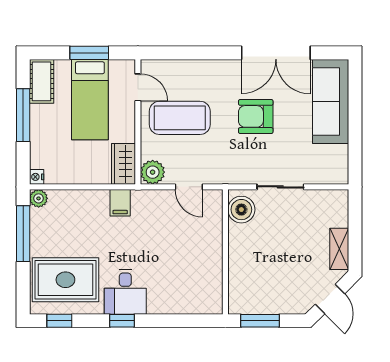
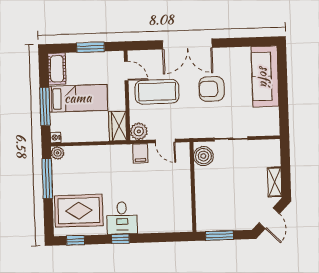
double door: (276, 53) -> (187, 44), moved
bed: (90, 100) -> (78, 98), moved, turned -90
window: (23, 115) -> (45, 106), moved
filing cabinet: (120, 203) -> (140, 153), moved

